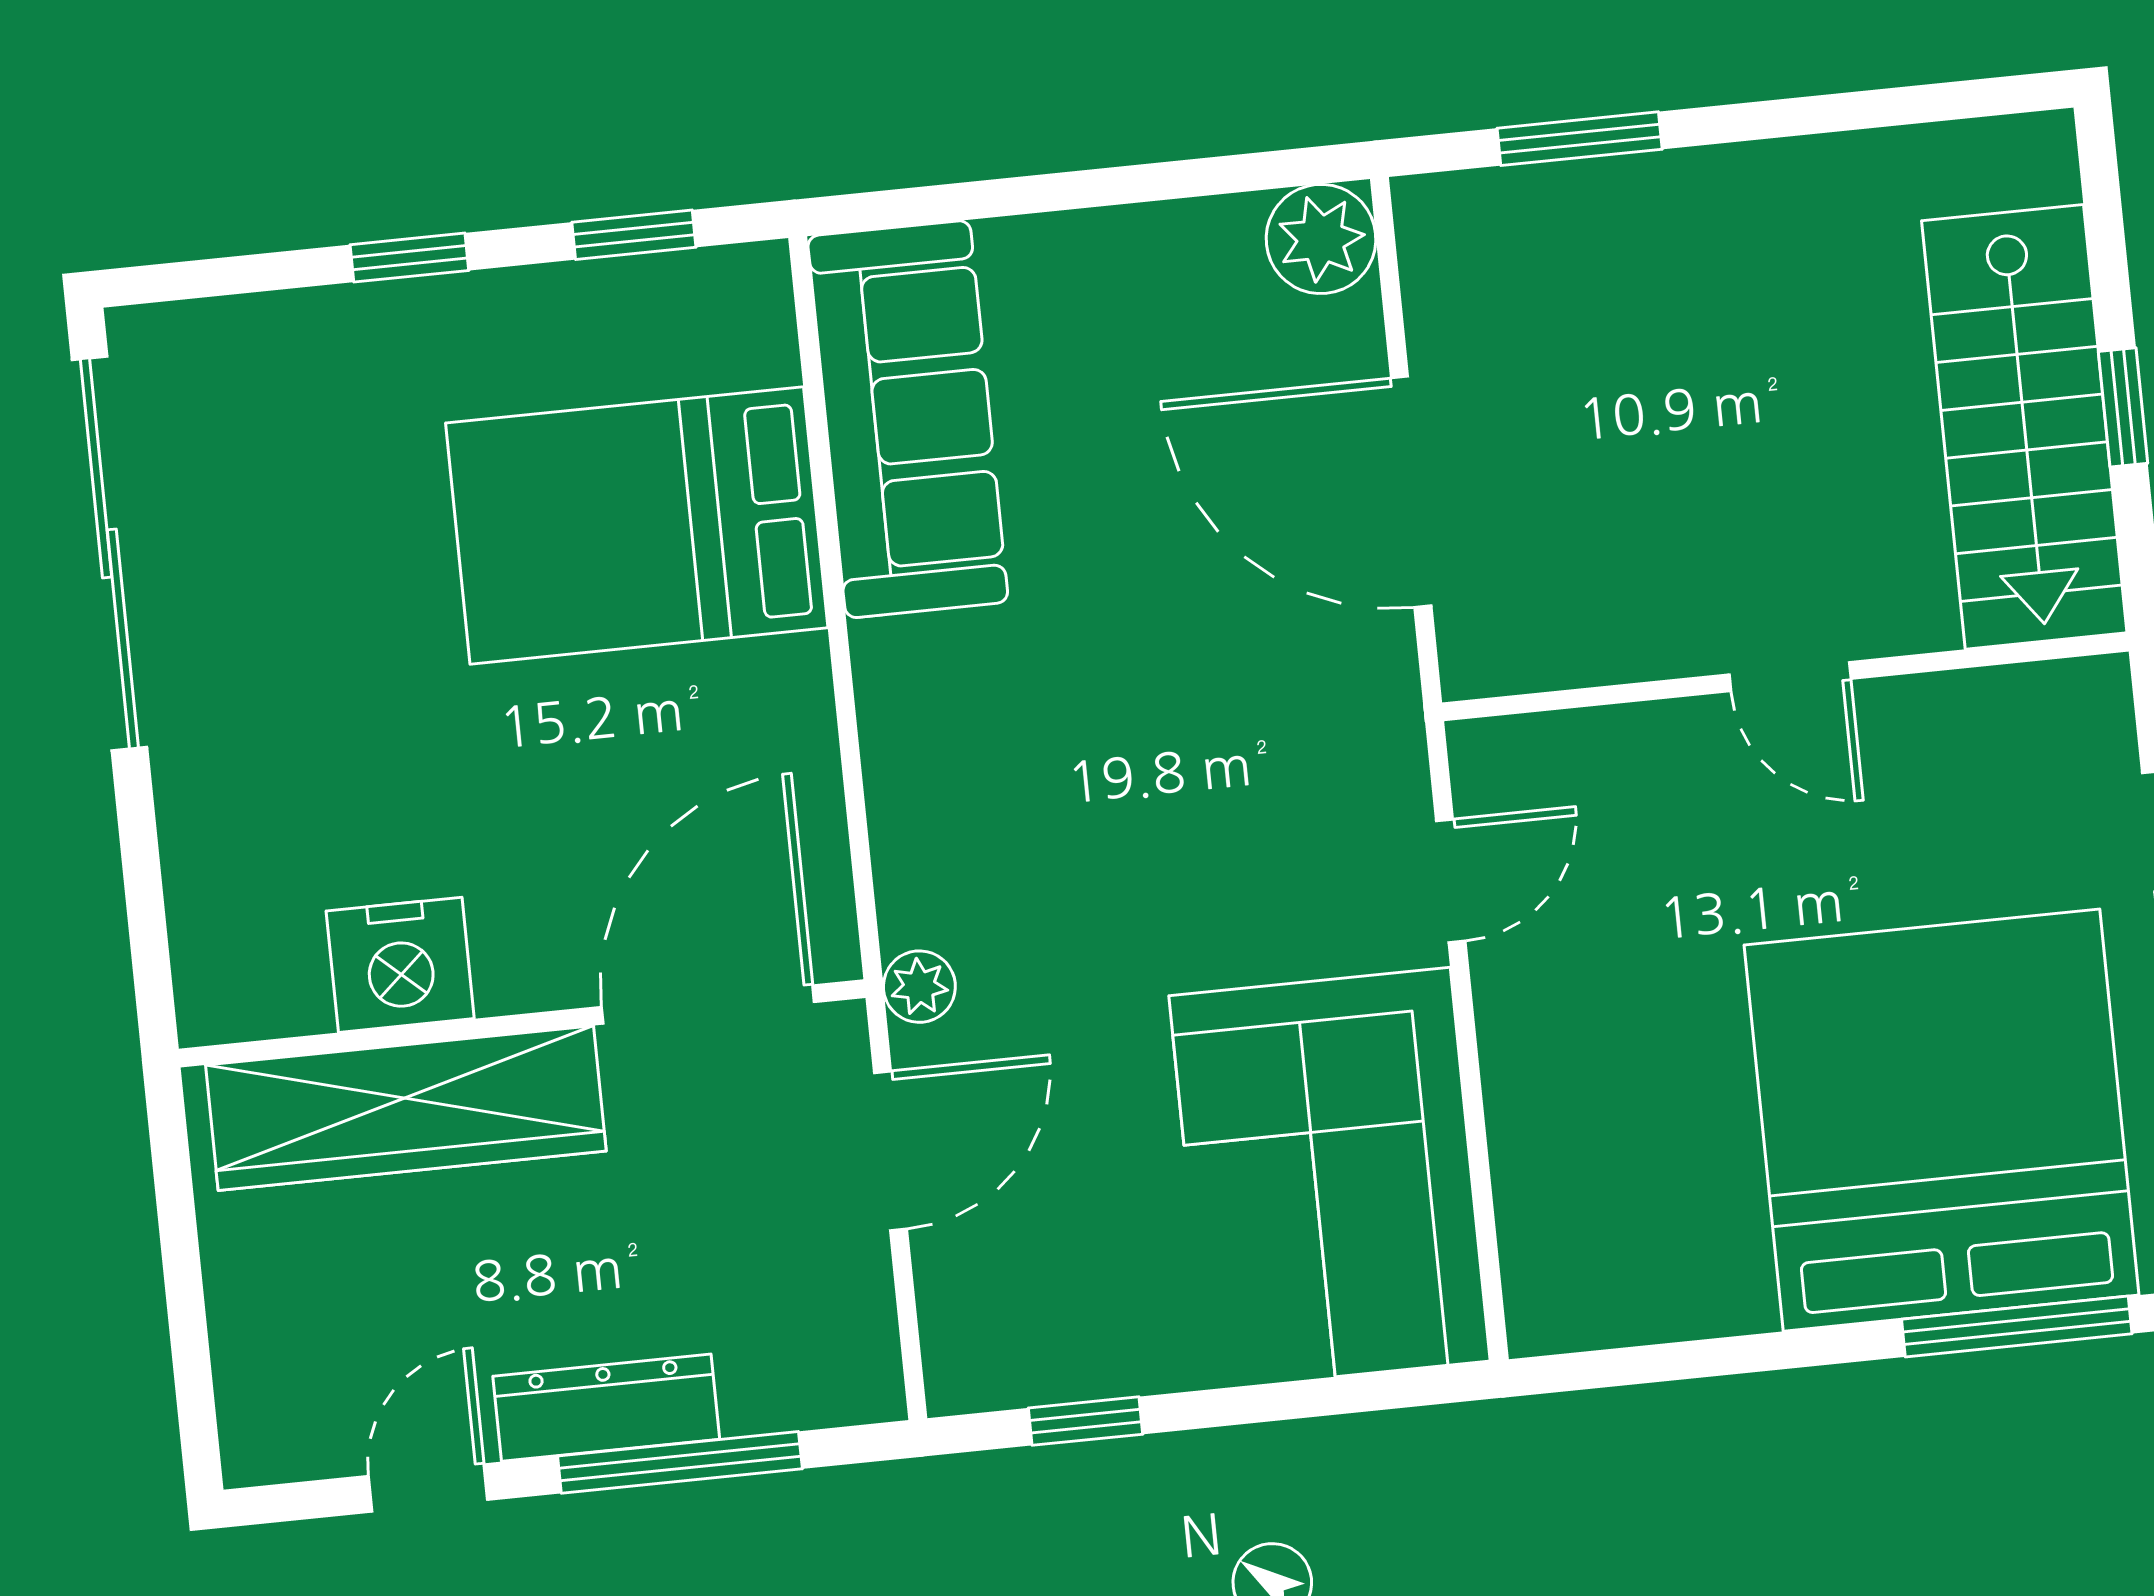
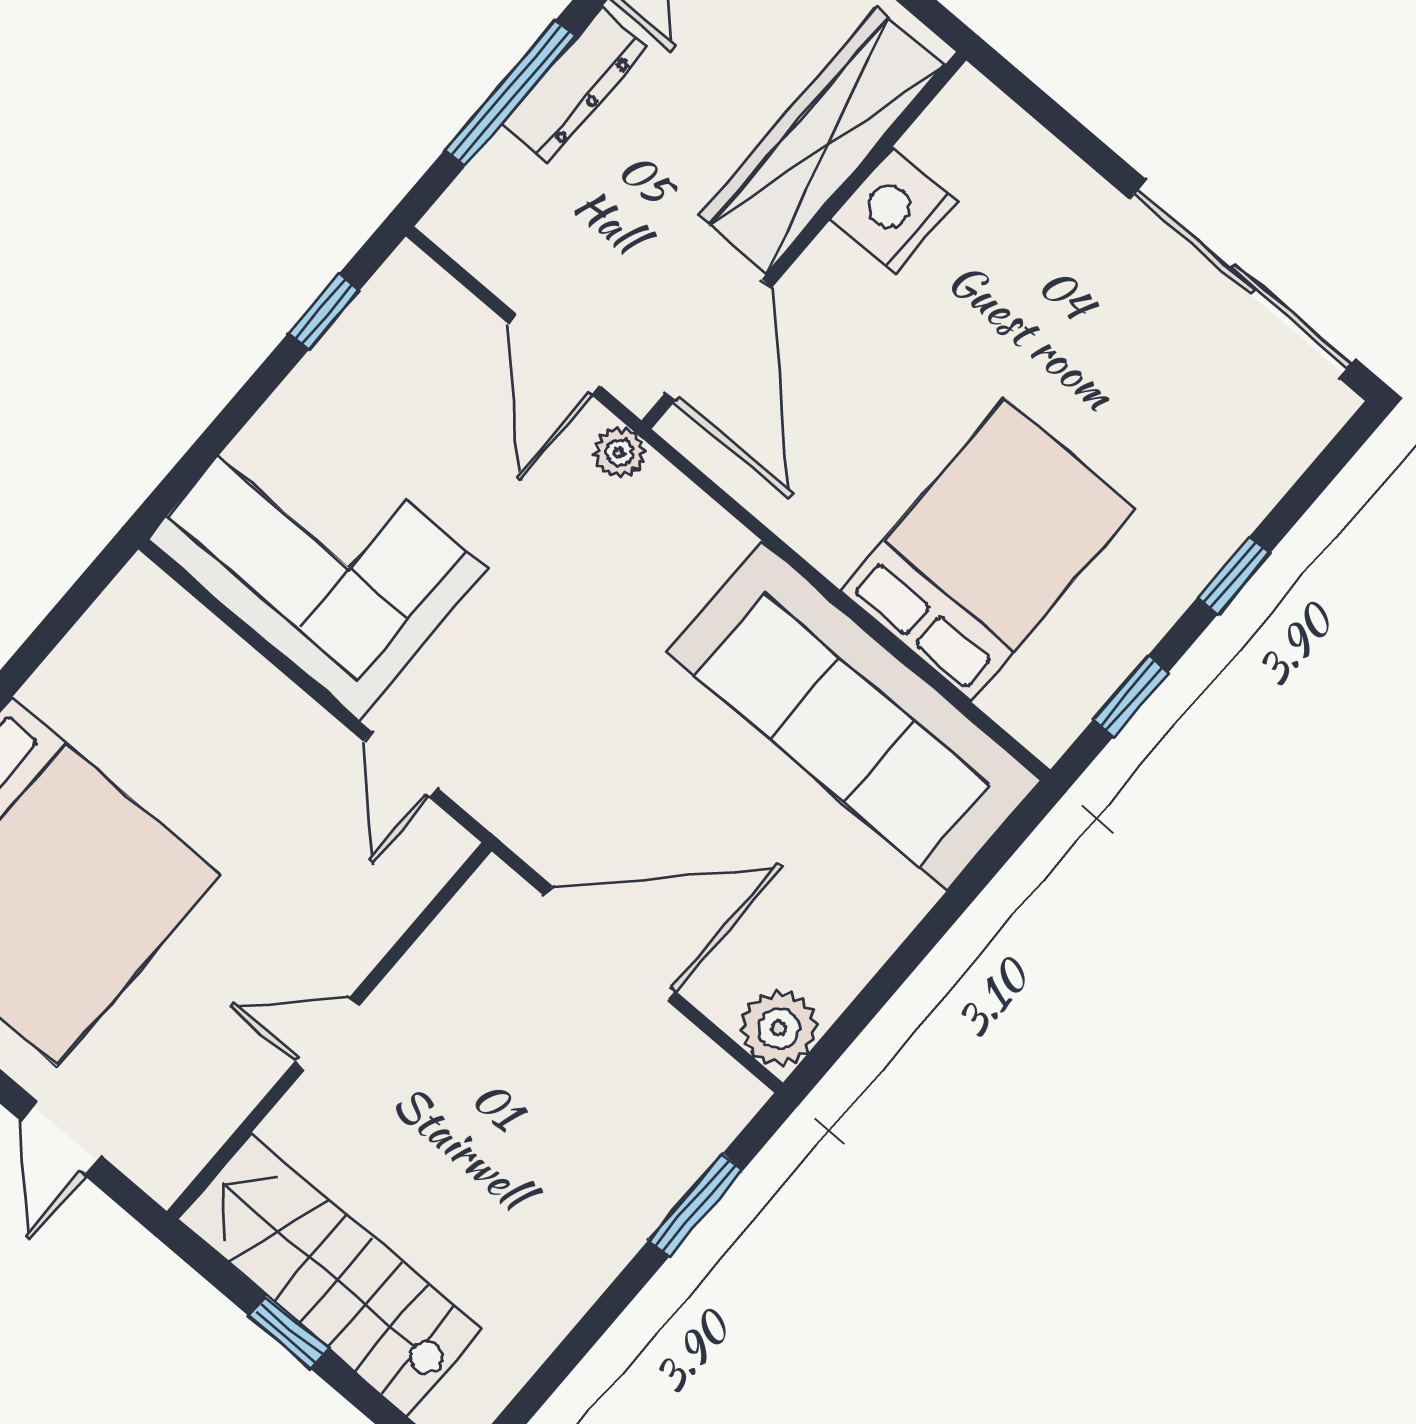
sofa: (908, 419) -> (854, 716), width x1.36, depth x1.27

